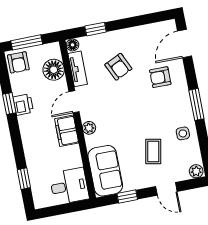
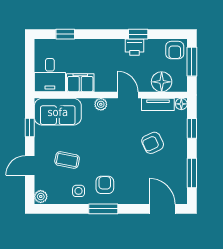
window: (142, 20) -> (192, 173), added
armchair: (18, 62) -> (175, 50), turned -90
armchair: (160, 77) -> (105, 185), moved
filing cabinet: (67, 131) -> (80, 83), moved

